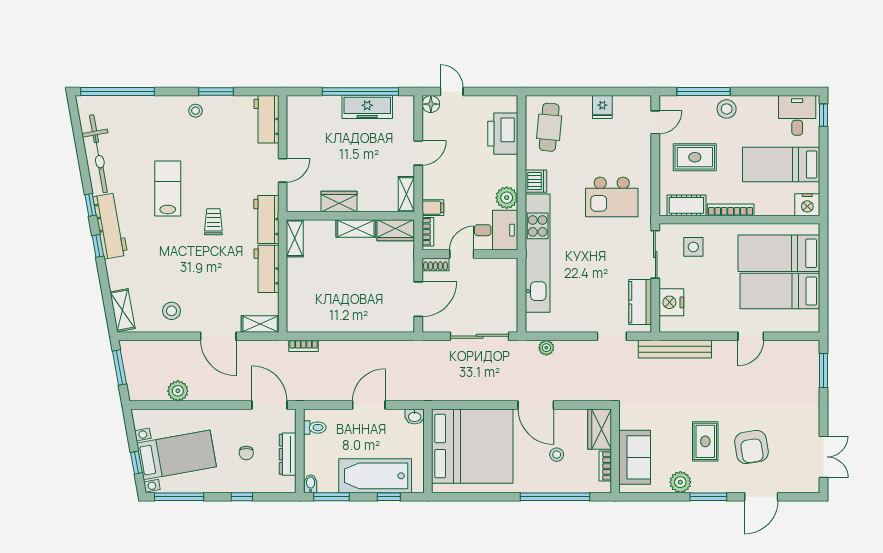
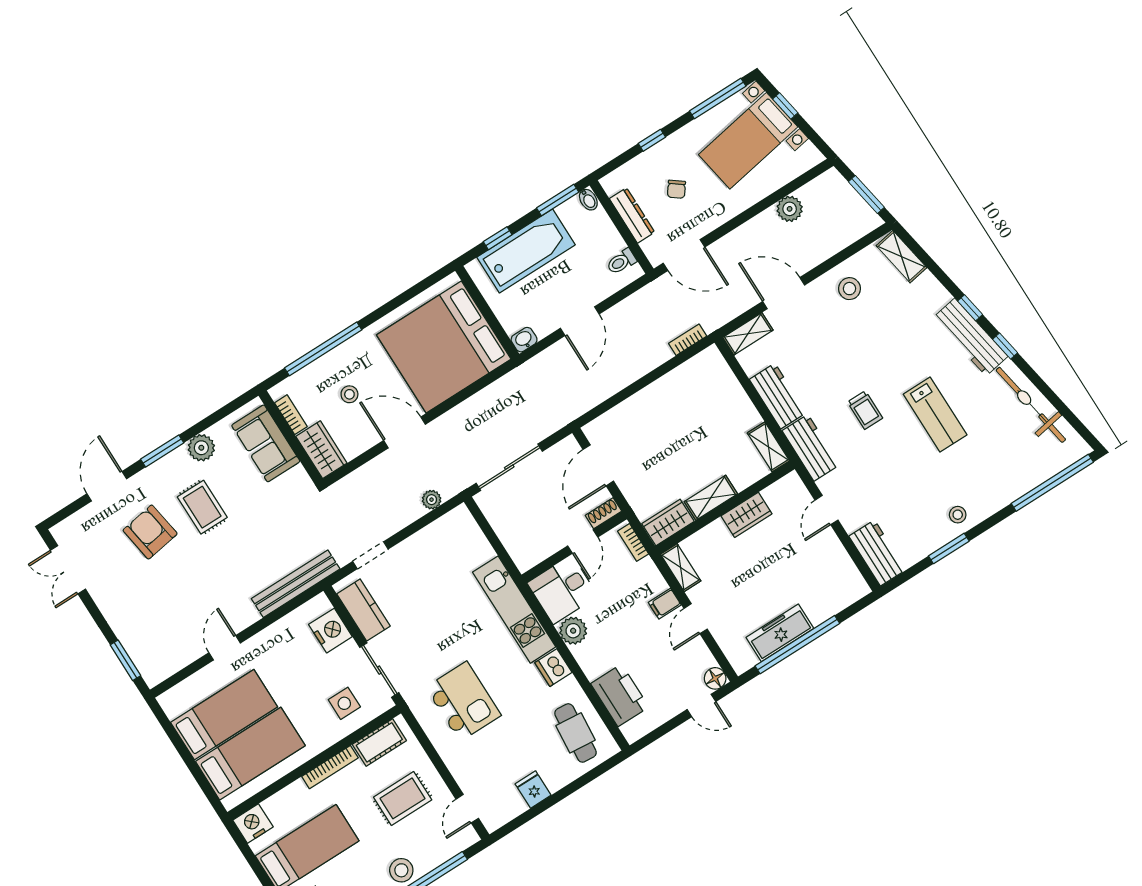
kitchen island: (612, 197) -> (463, 701), turned 90
filing cabinet: (433, 208) -> (665, 604), moved
kitchen unit: (538, 253) -> (514, 610), width x0.73
chair: (246, 453) -> (676, 189), turned -143

